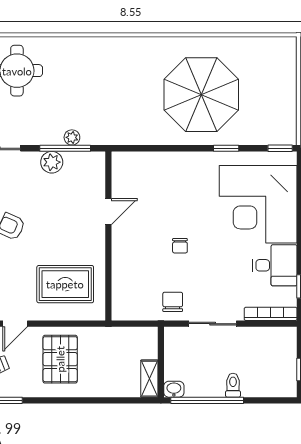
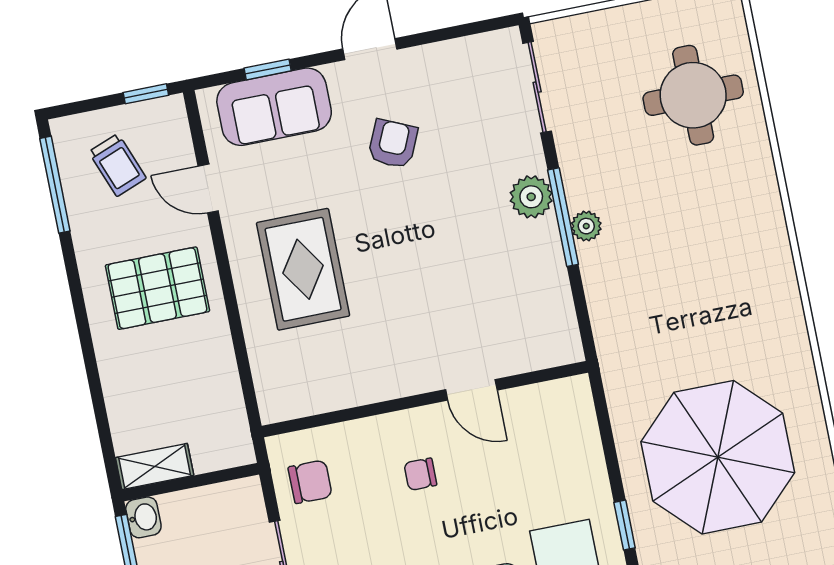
door: (108, 212) -> (471, 390), moved
wall: (108, 236) -> (425, 399), moved

